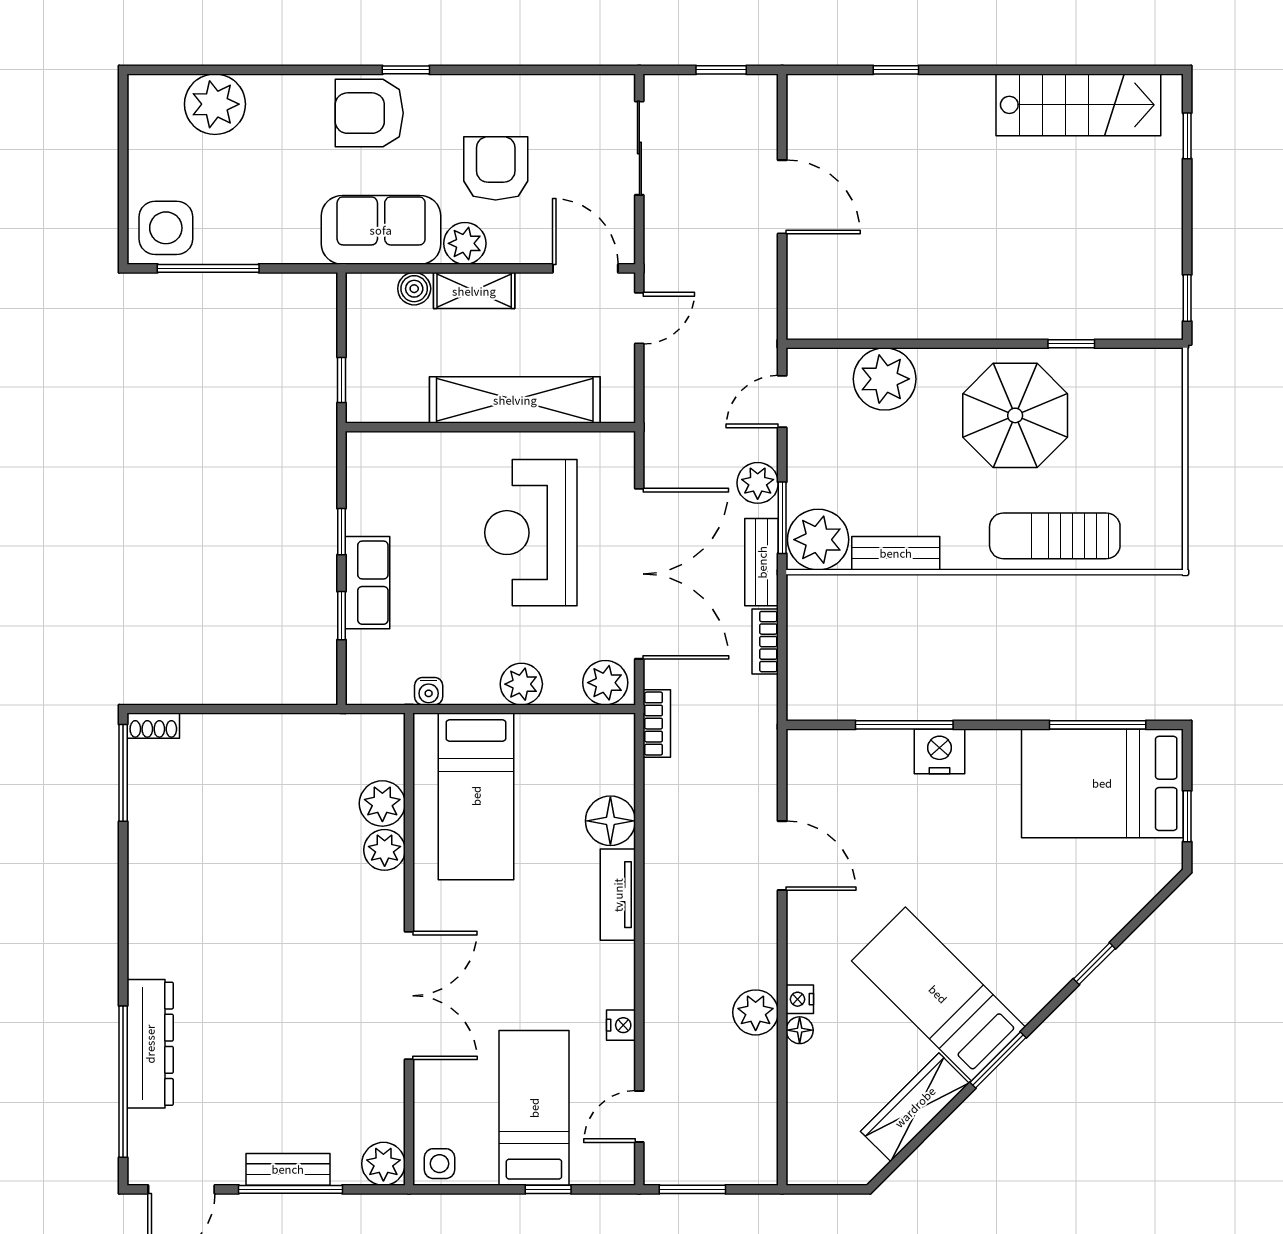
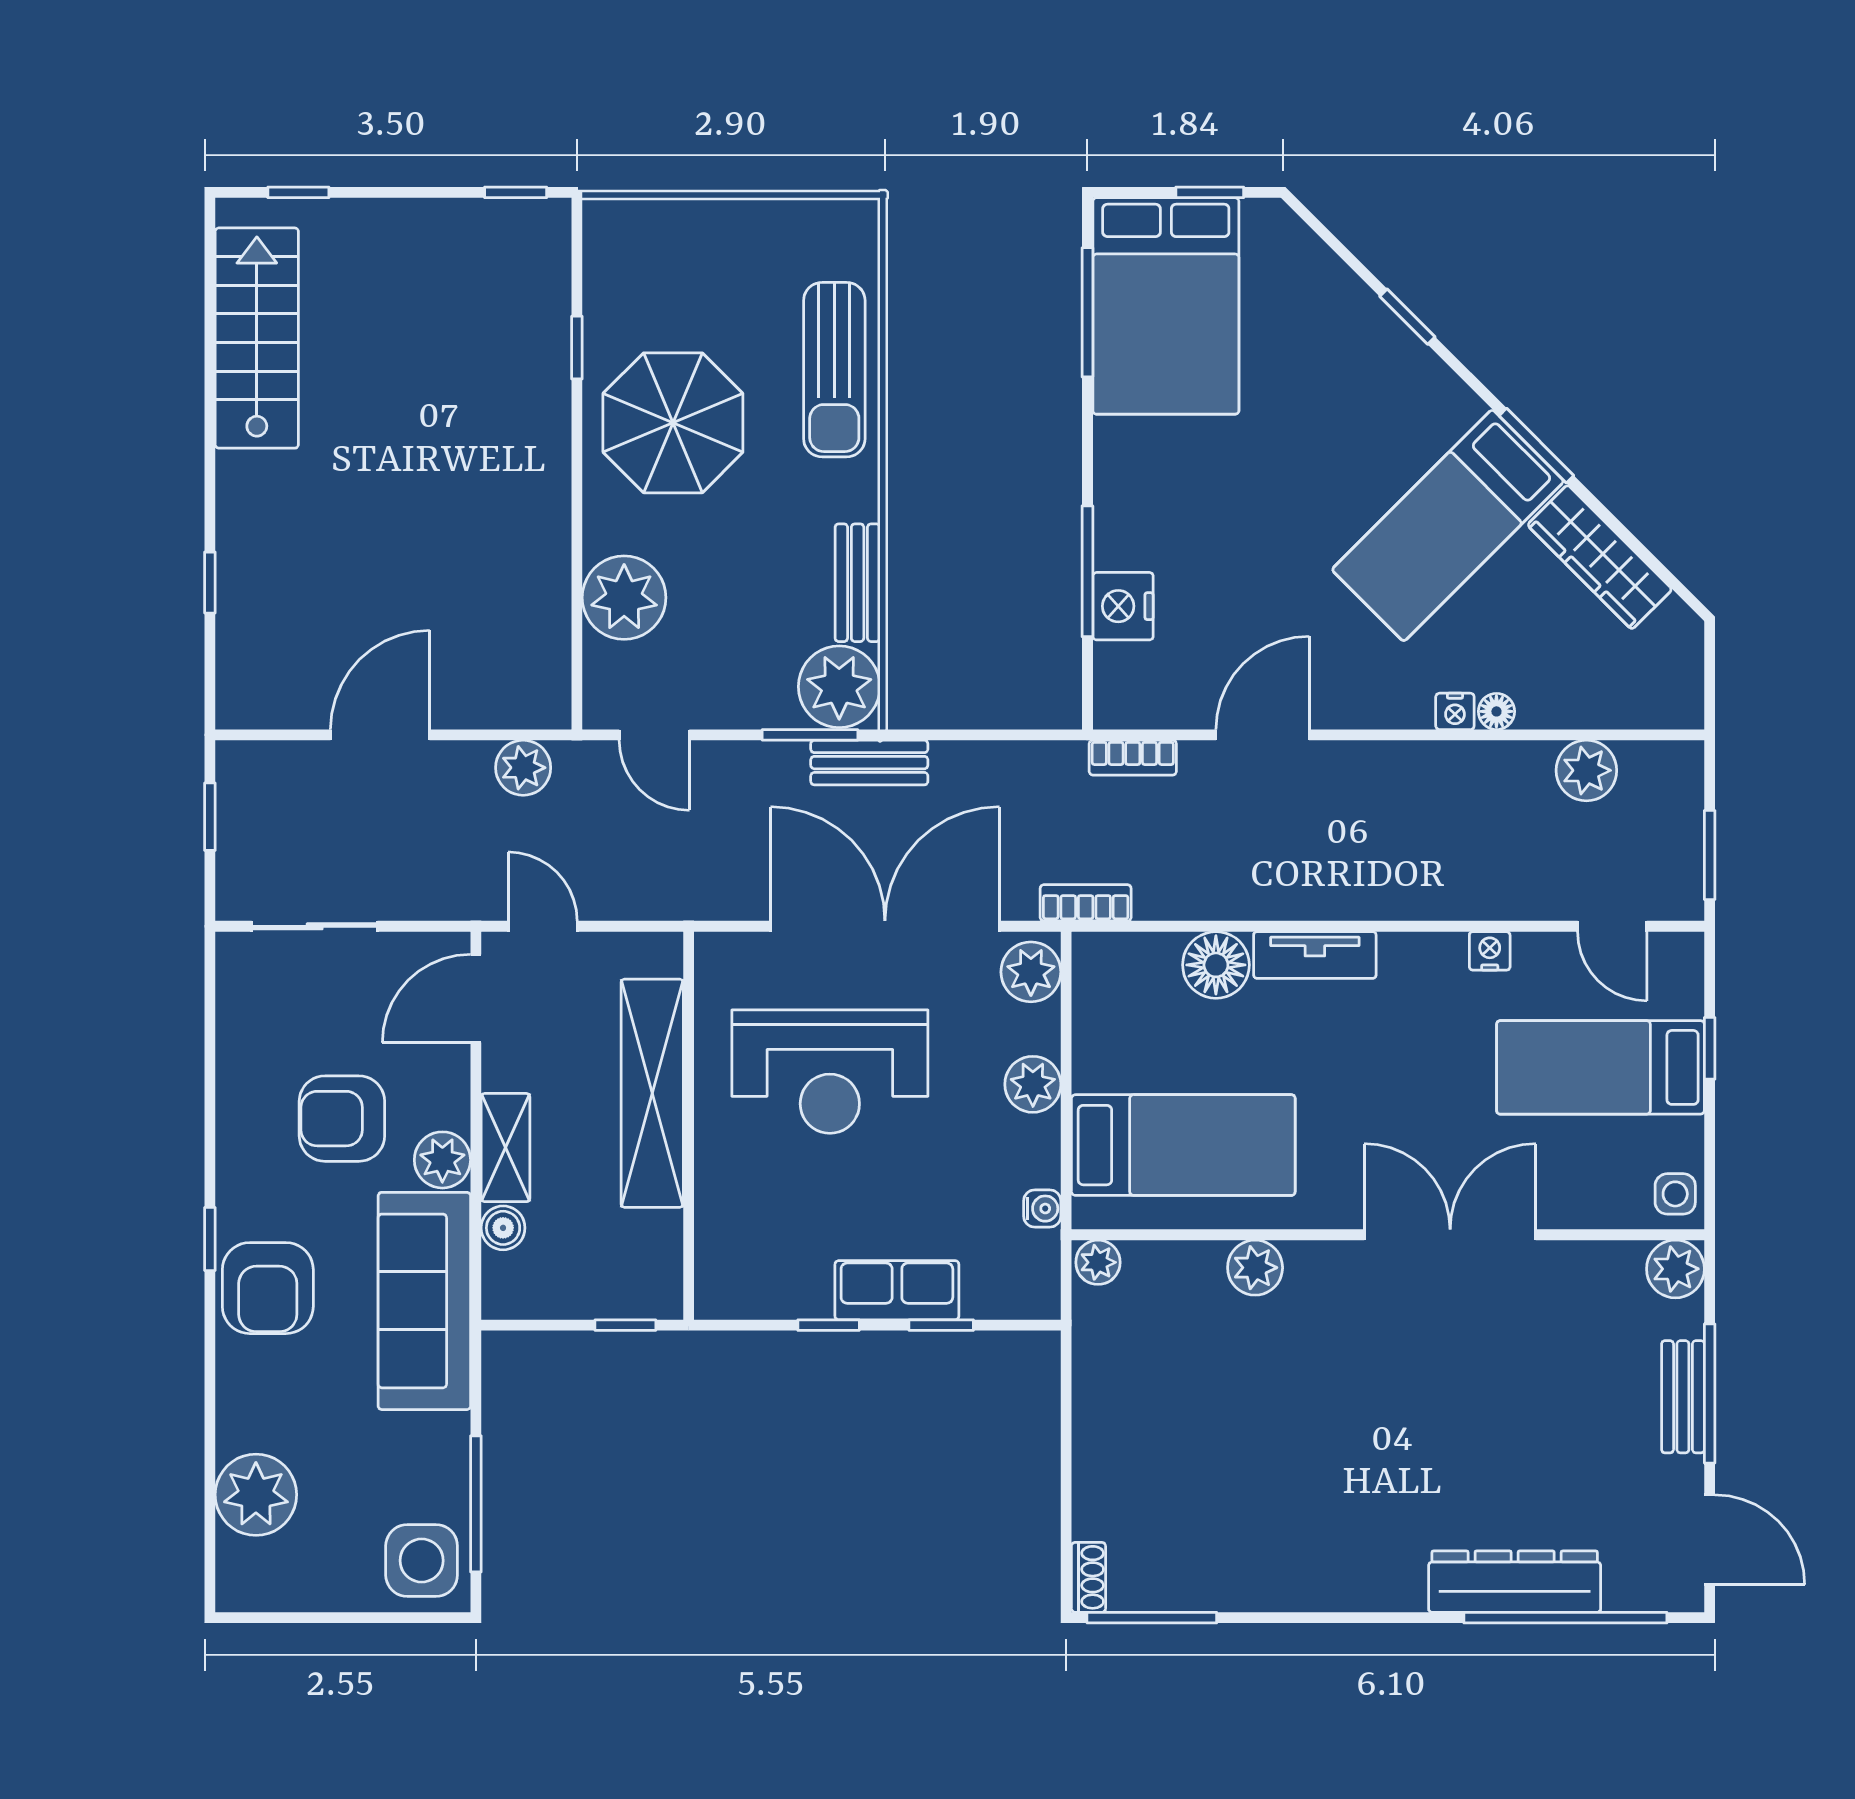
sofa: (381, 230) -> (424, 1301), width x1.36
plant: (758, 483) -> (523, 768), moved
bookcase: (765, 642) -> (1133, 758), moved
nightstand: (940, 751) -> (1123, 606), moved
plant: (382, 803) -> (1098, 1262), moved, width x0.73, depth x0.73
plant: (756, 1012) -> (1586, 770), moved

